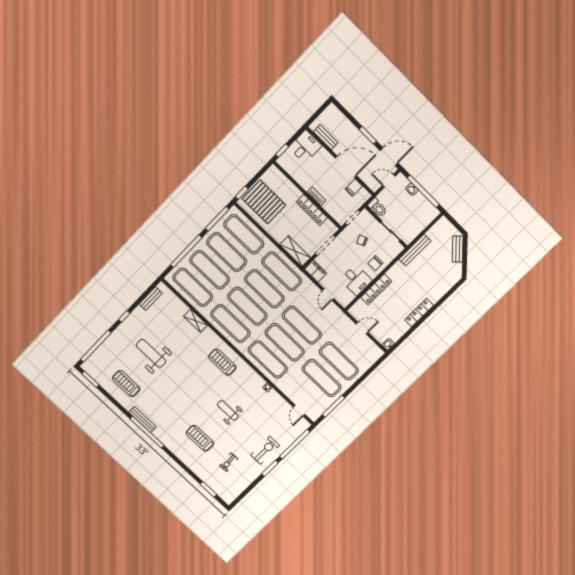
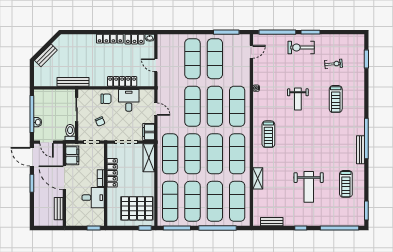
desk: (305, 147) -> (93, 198), moved, turned 180
filing cabinet: (354, 188) -> (72, 155), width x2.00
pallet: (264, 202) -> (137, 208), turned 90
door: (328, 295) -> (156, 109), hinge flipped
locker: (399, 331) -> (134, 39), added

